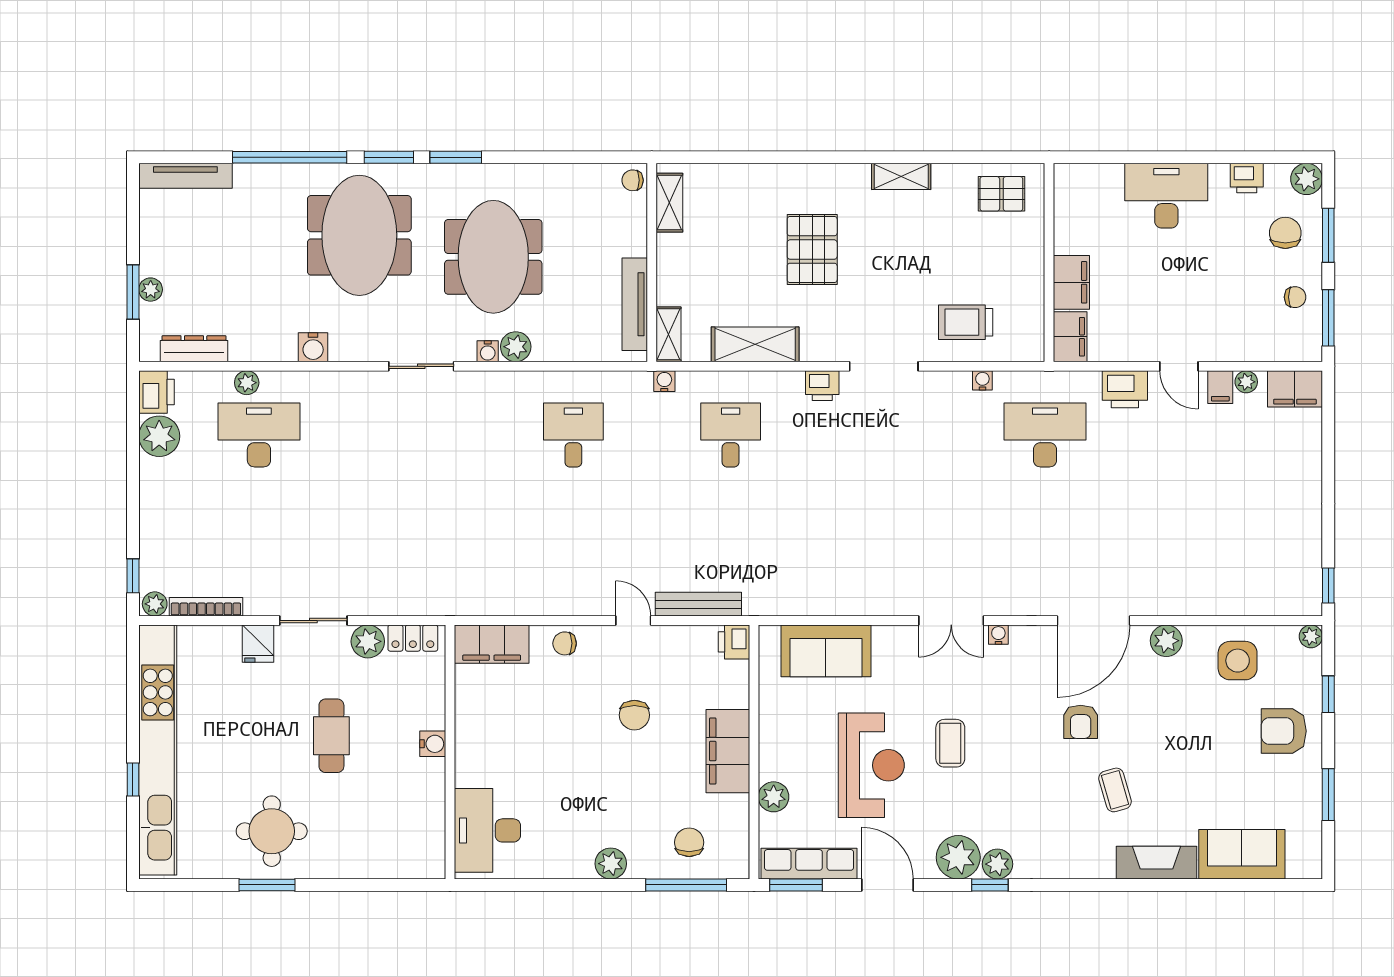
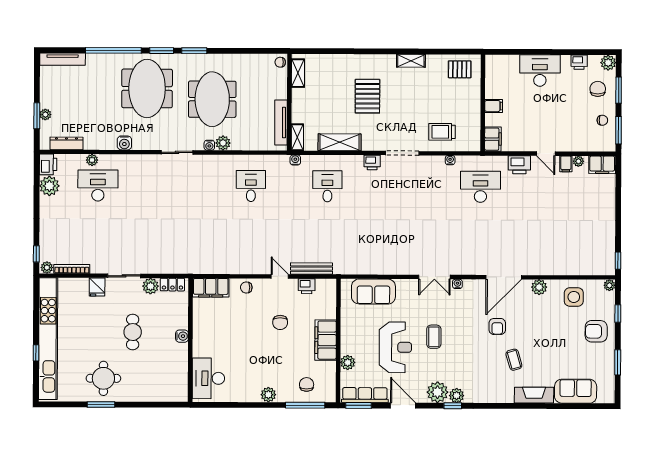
filing cabinet: (1071, 282) -> (494, 106), width x0.50
printer: (734, 642) -> (307, 286), moved, turned -90

